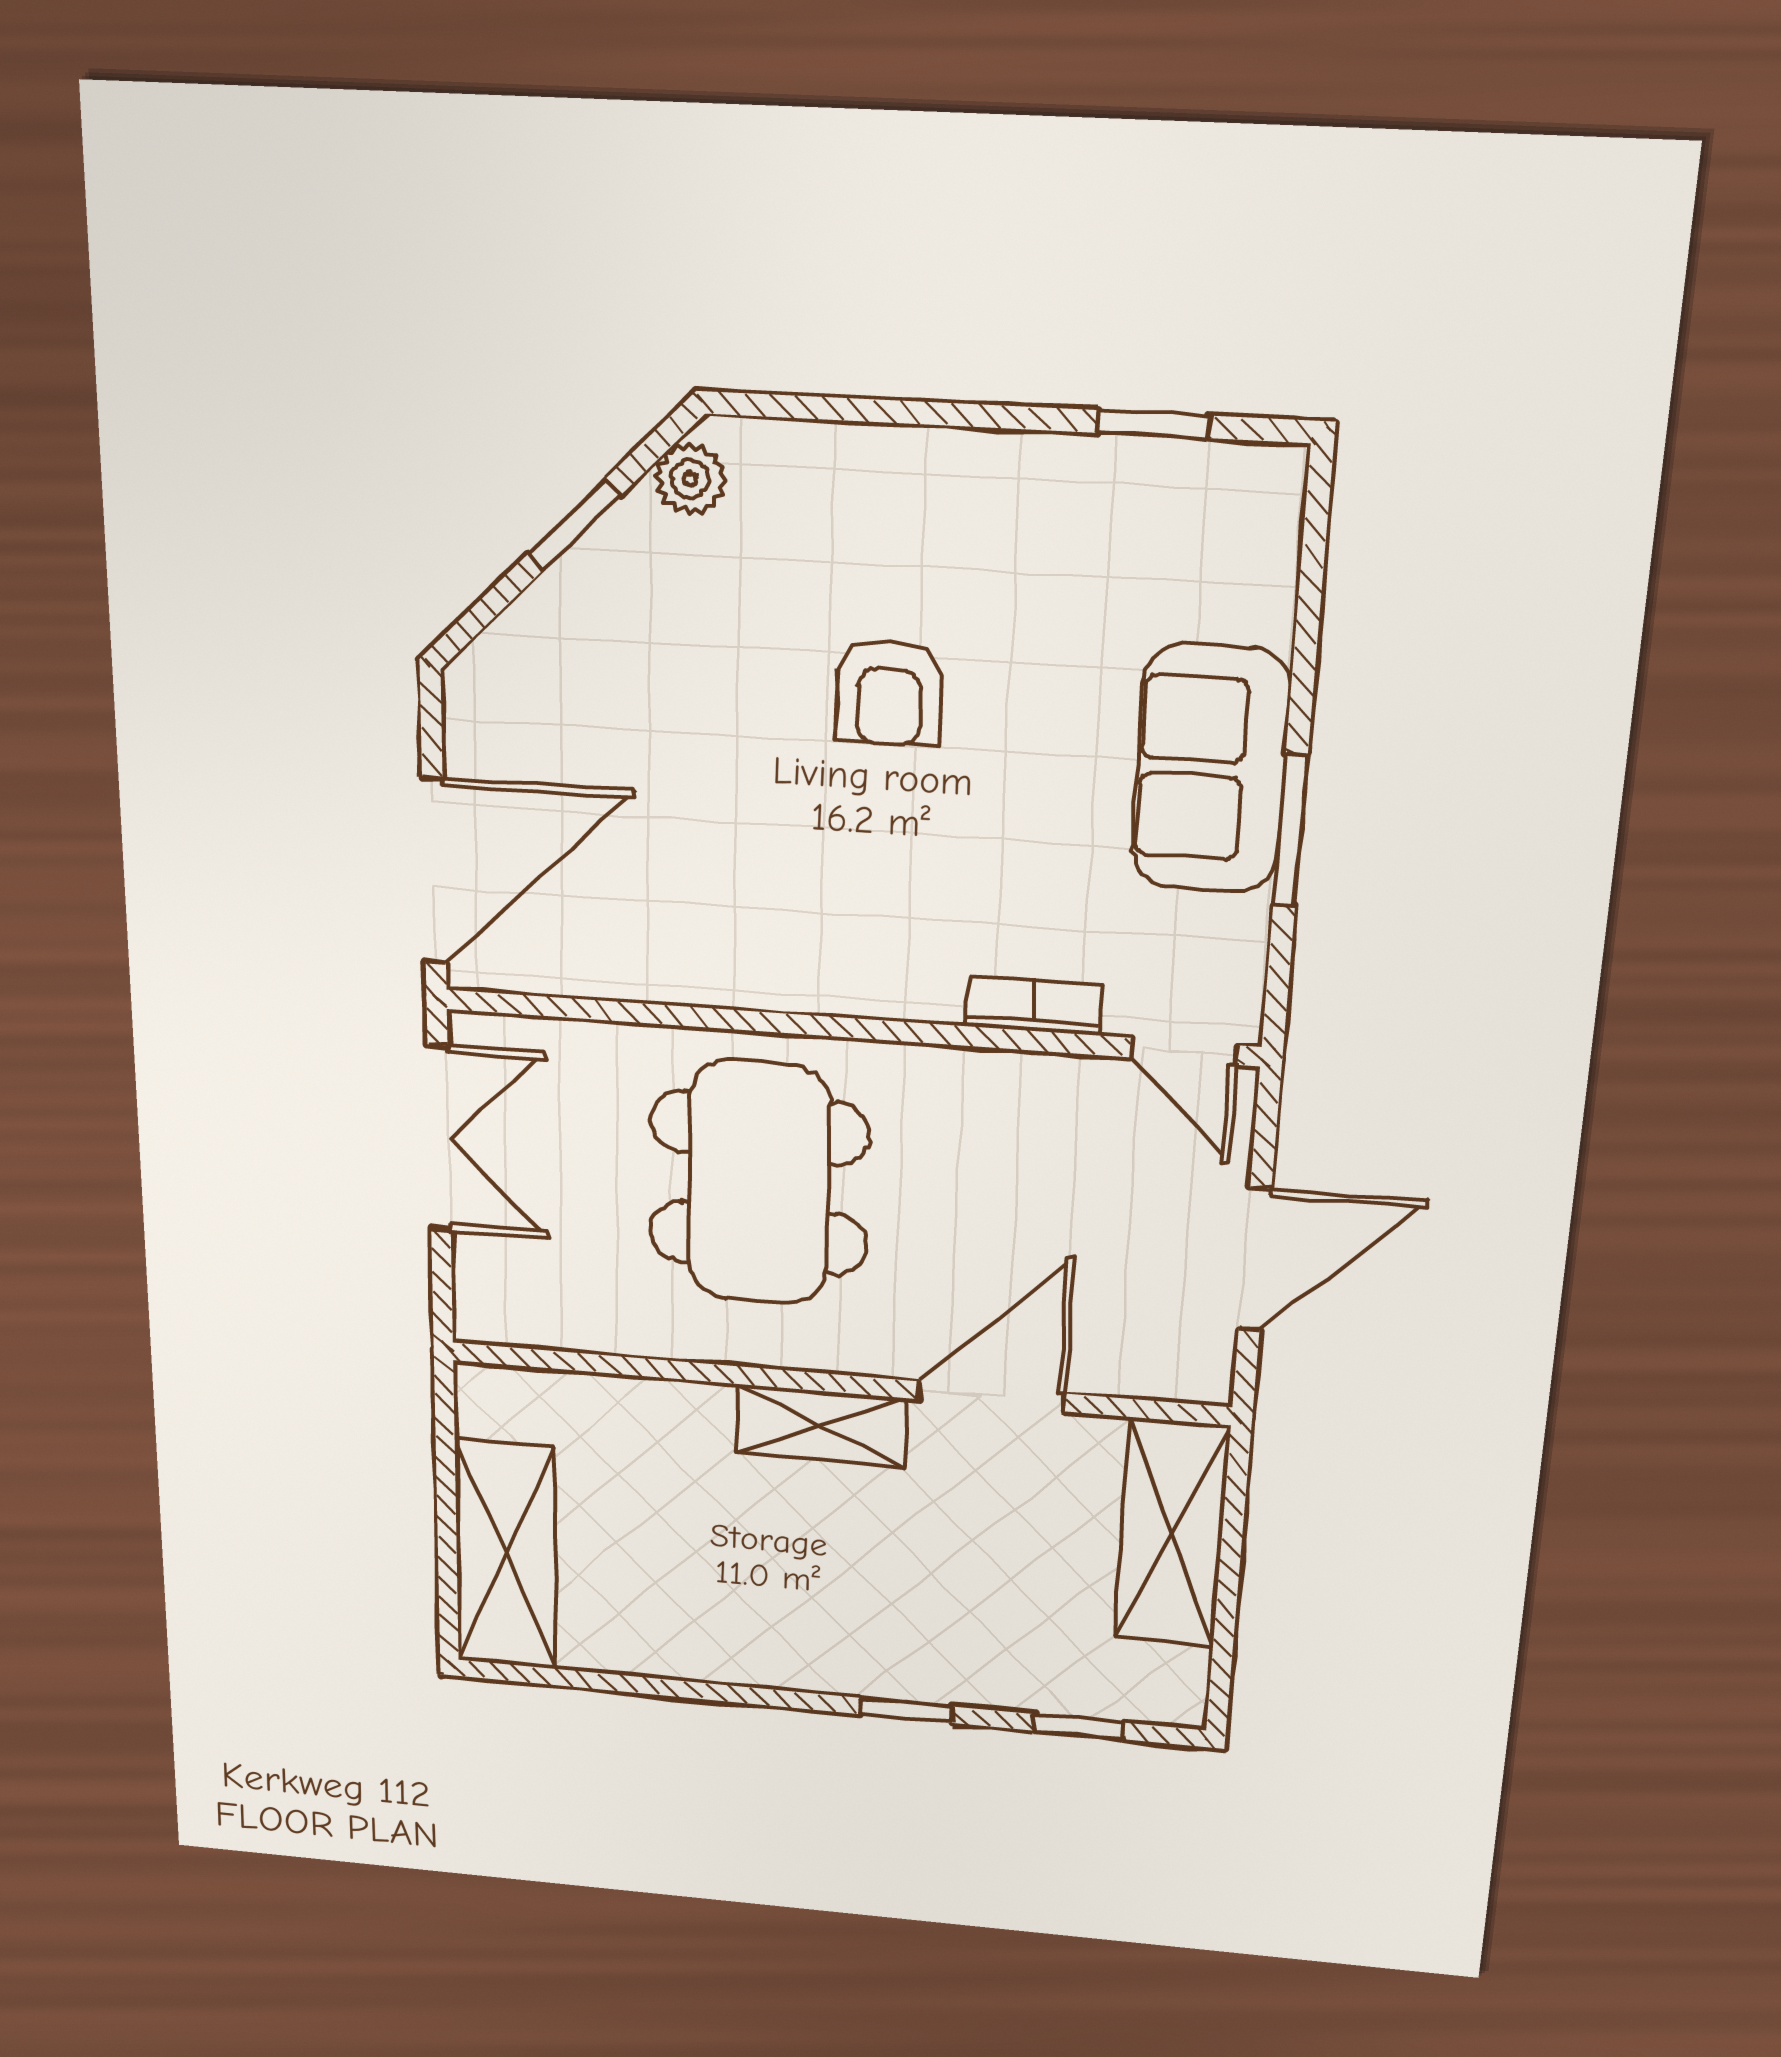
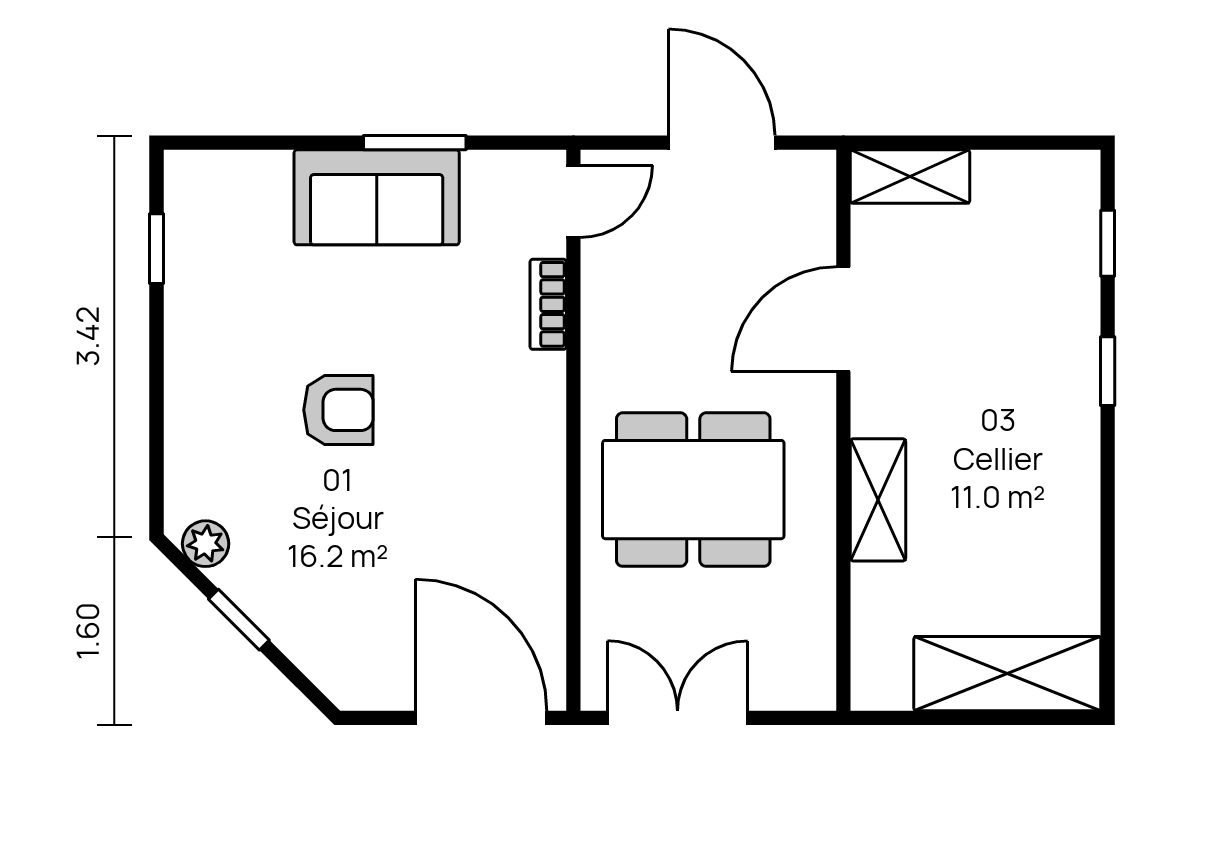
door: (992, 1396) -> (843, 319), hinge flipped
shelving: (822, 1426) -> (878, 500), moved
shelving: (1172, 1533) -> (910, 177), width x0.67, depth x0.75

